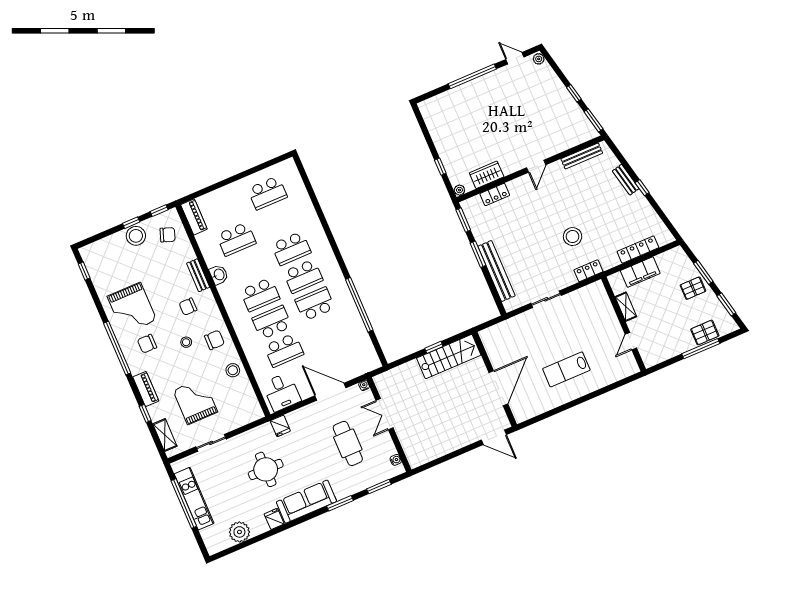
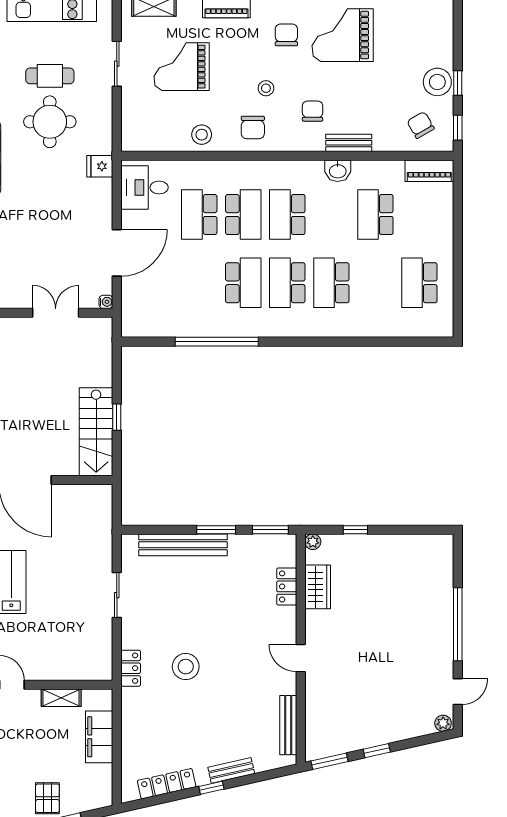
chair: (168, 235) -> (421, 125), turned 130
locker: (638, 250) -> (167, 784), moved, turned -103
grand piano: (195, 401) -> (182, 67), turned 180
cafe table: (348, 443) -> (50, 76), moved, width x0.73, depth x0.74

